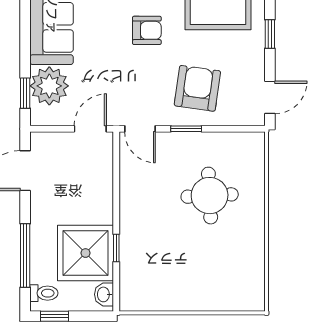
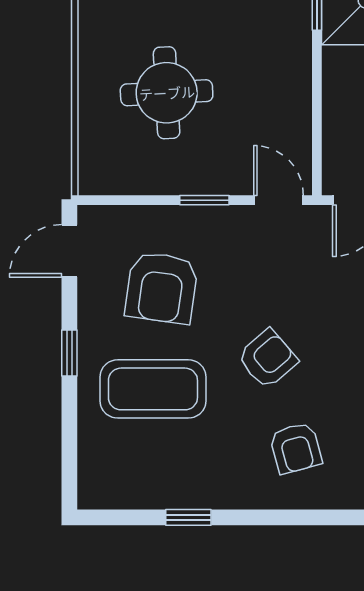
armchair: (147, 30) -> (268, 359), turned 139
armchair: (197, 88) -> (161, 288), moved

